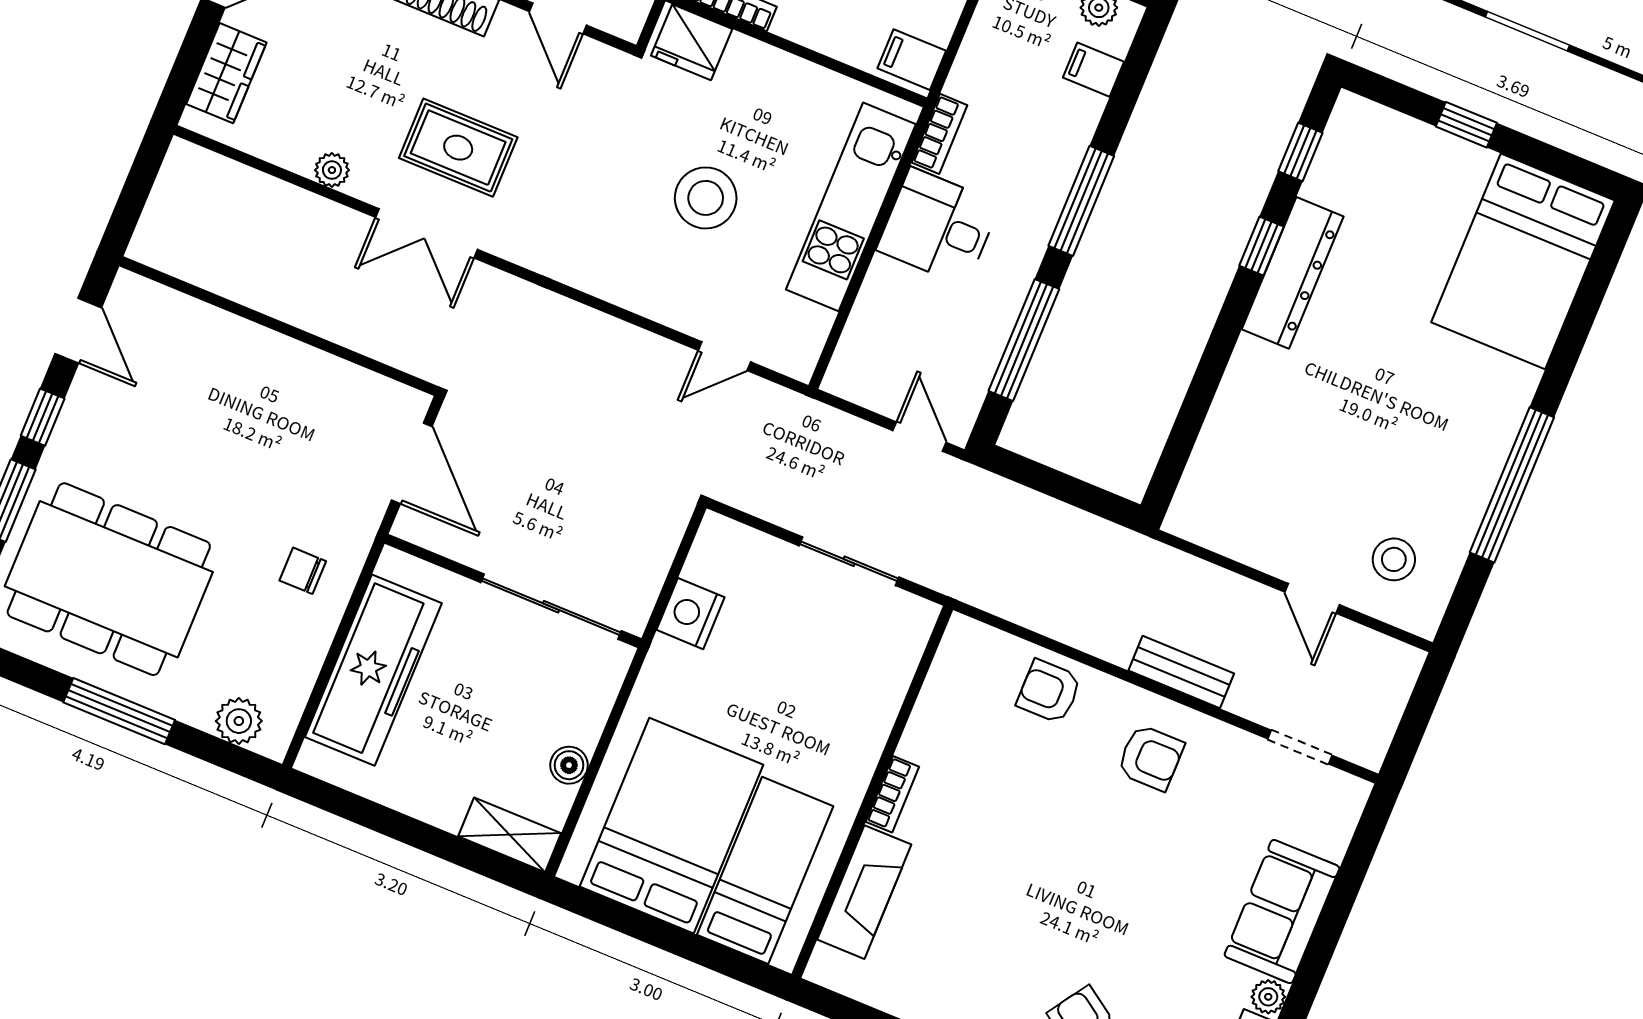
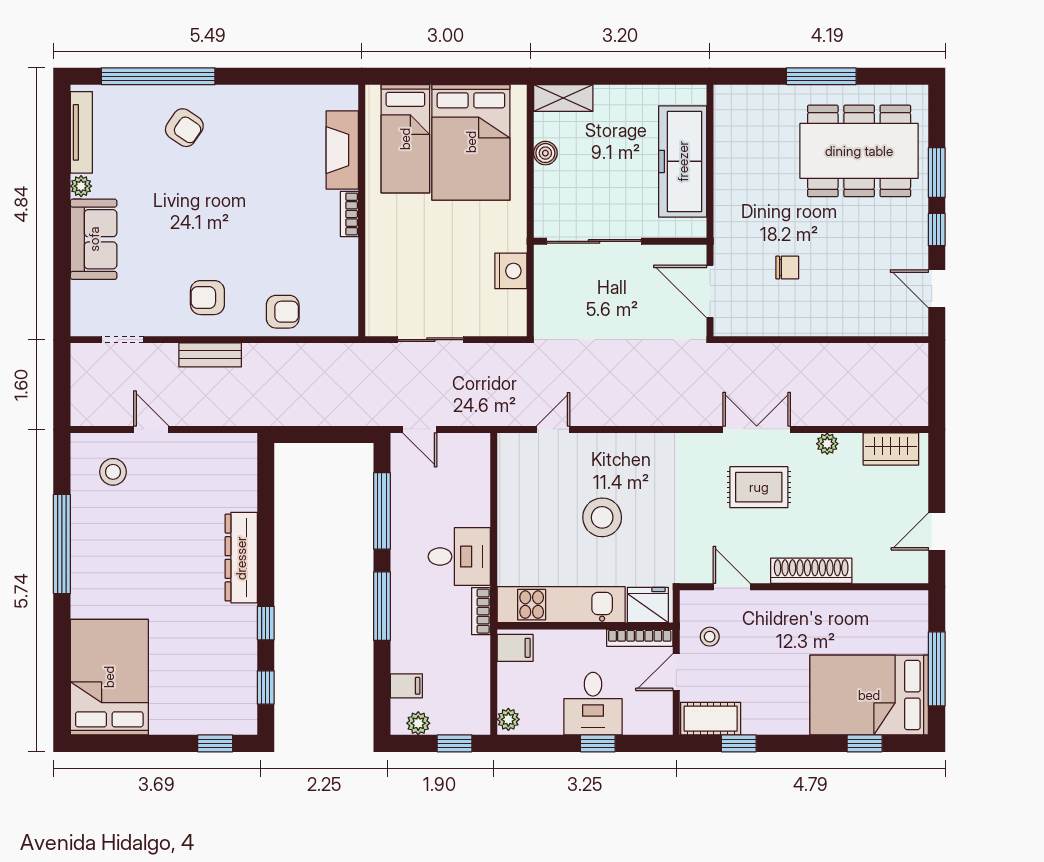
wardrobe: (226, 73) -> (891, 449), moved, turned -90
window: (1466, 125) -> (215, 743), moved
kitchen unit: (851, 207) -> (561, 605), moved, turned -90
dresser: (1293, 273) -> (241, 558), moved
chair: (303, 571) -> (787, 267), moved
plant: (239, 721) -> (749, 99), removed

